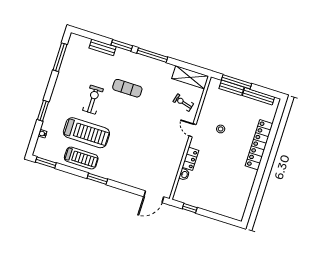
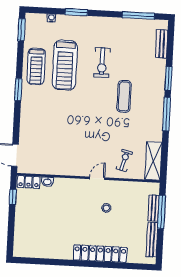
bench: (103, 47) -> (162, 44), moved
exercise bike: (93, 100) -> (102, 63), turned 90
locker: (190, 159) -> (29, 182), moved

